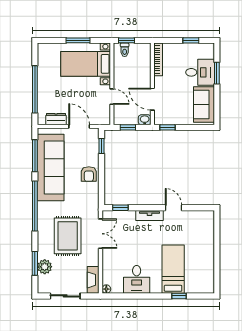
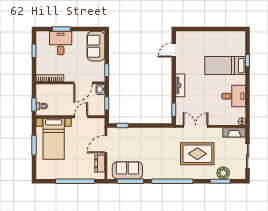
sofa: (204, 104) -> (96, 46), moved, turned 90
sofa: (51, 167) -> (127, 170), width x0.54, depth x0.79
armchair: (89, 174) -> (146, 136), removed
door: (173, 208) -> (174, 50), moved

